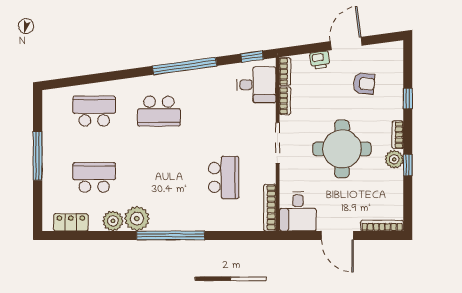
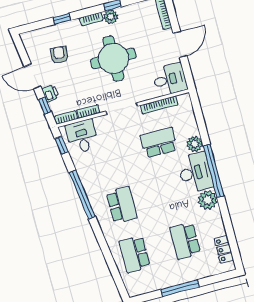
window: (306, 49) -> (45, 106), added
bookcase: (270, 208) -> (159, 105), moved
desk: (175, 212) -> (195, 173), added
plant: (113, 221) -> (195, 144), moved

